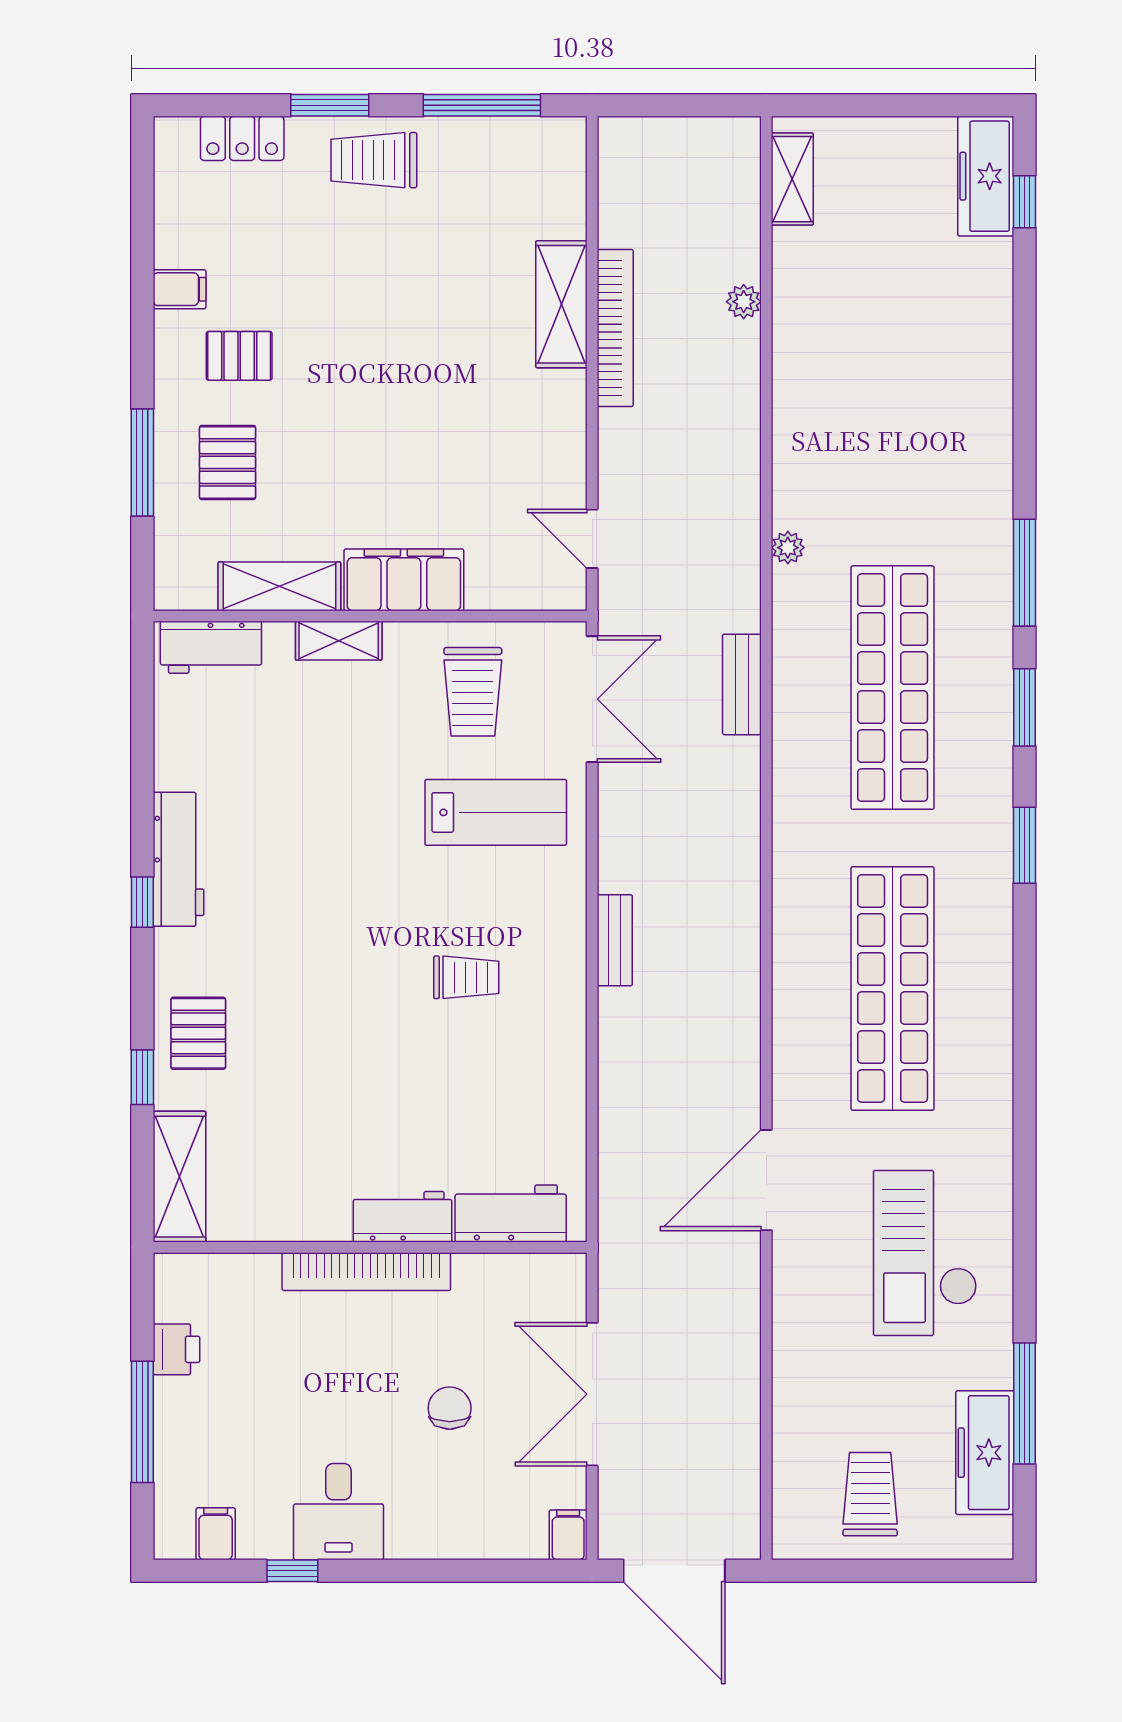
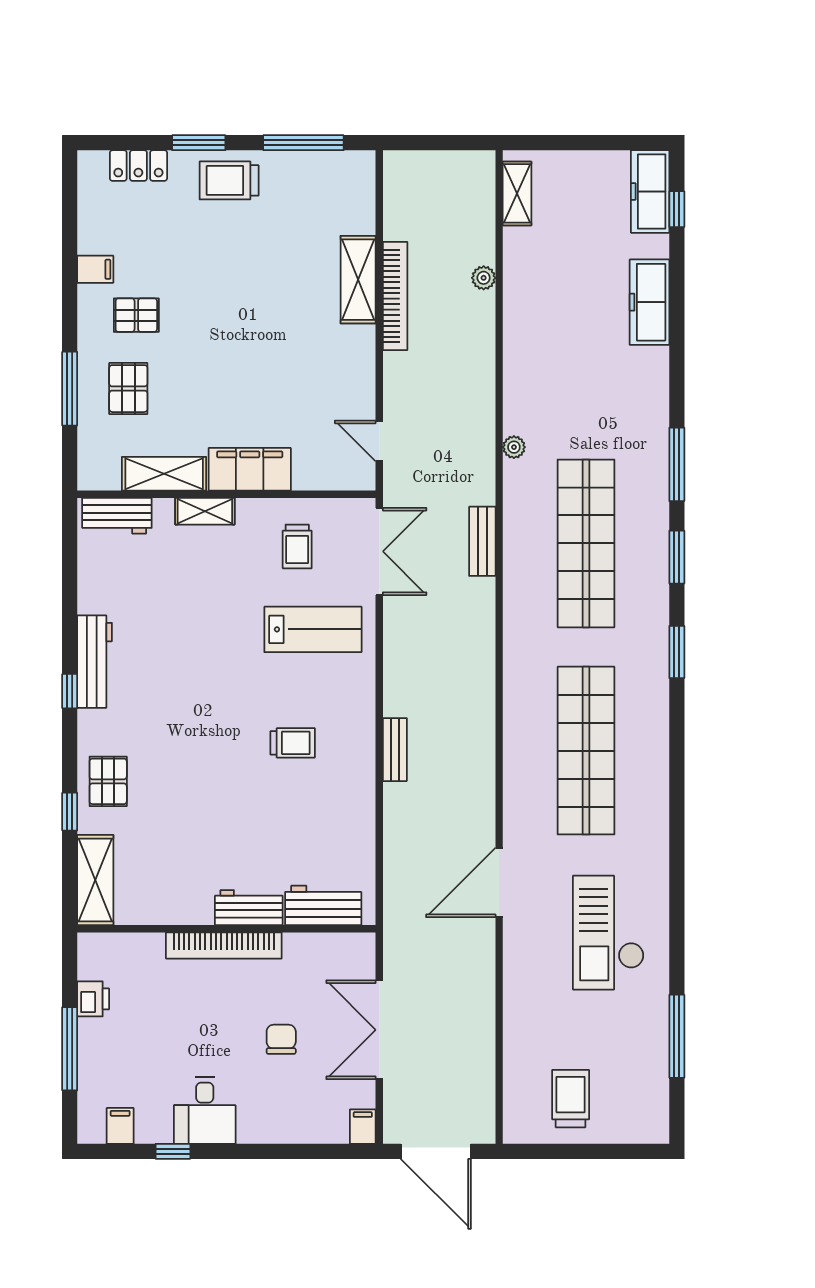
trolley: (473, 692) -> (297, 546), width x0.73, depth x0.72
bench: (615, 940) -> (395, 750), moved
freezer: (985, 1453) -> (649, 302), moved

